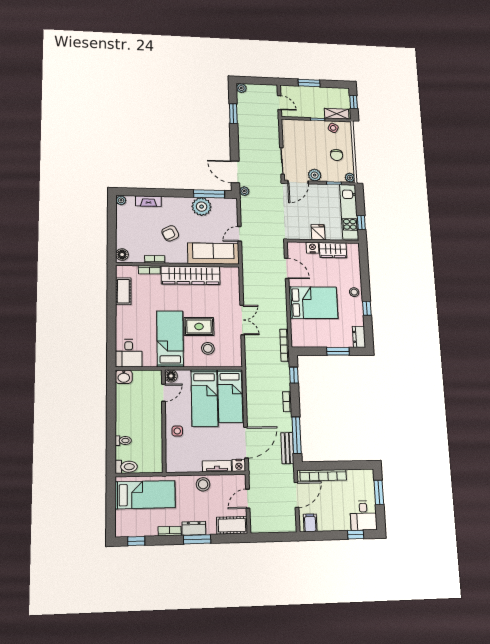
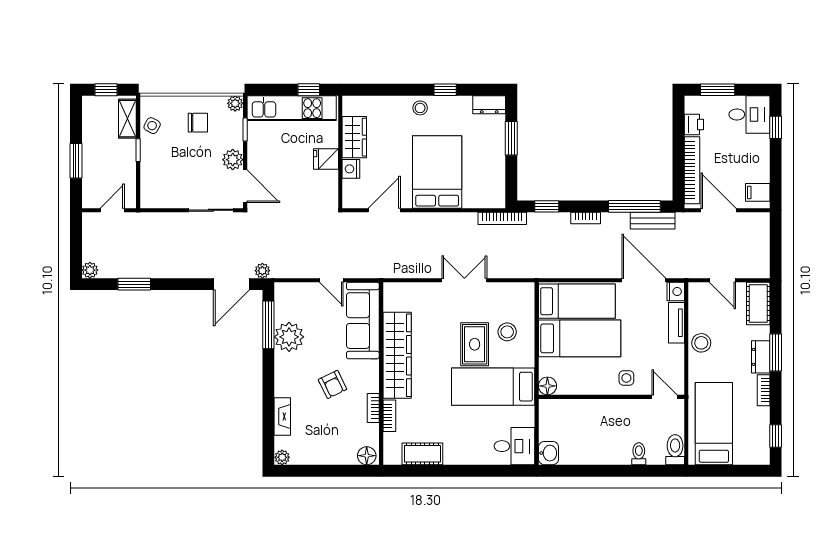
door: (164, 393) -> (664, 397), moved
printer: (354, 476) -> (694, 125), added

